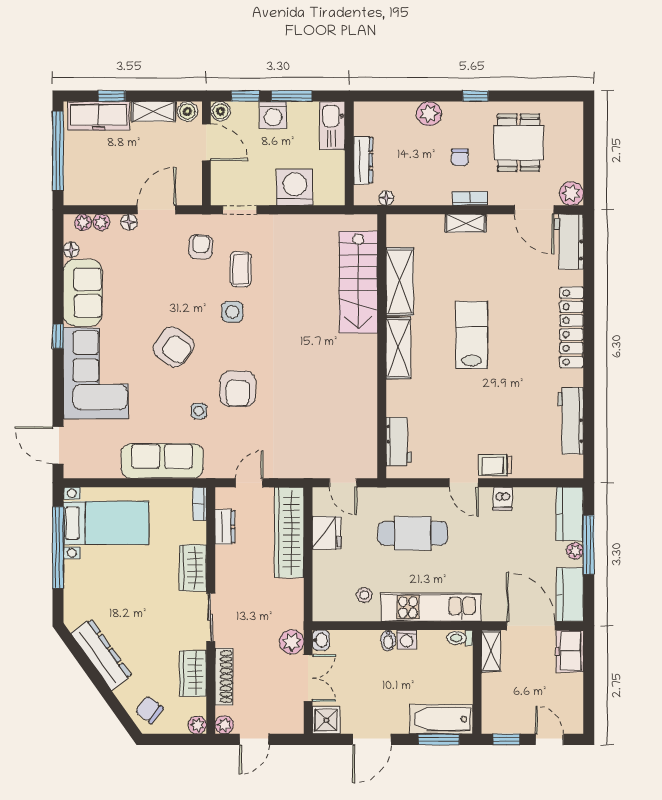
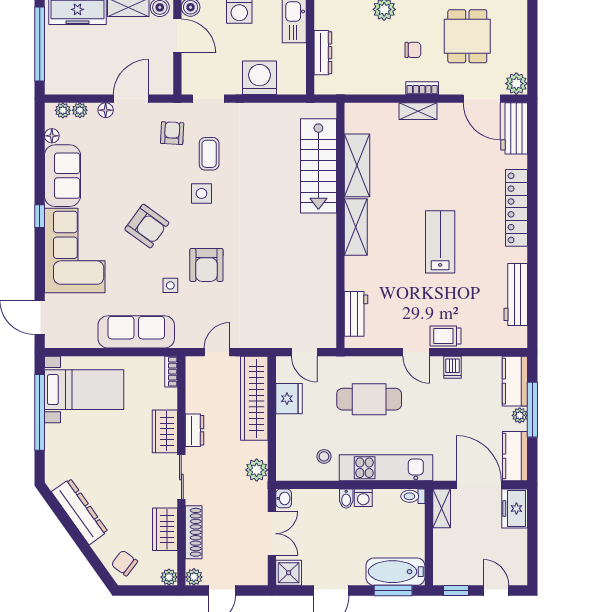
chair: (460, 157) -> (413, 50), turned -90
floor lamp: (386, 198) -> (344, 88), removed
lab bench: (472, 335) -> (440, 242), moved
dresser: (225, 527) -> (195, 430), moved
plant: (292, 642) -> (257, 470), moved

